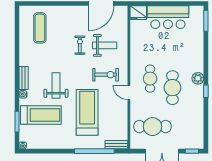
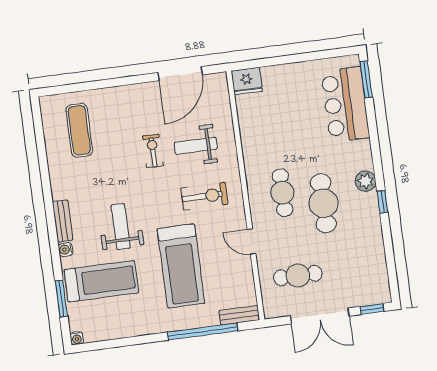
bar counter: (168, 17) -> (345, 104), moved, turned 90
weight bench: (105, 45) -> (196, 146), turned 180
door: (129, 92) -> (252, 242), moved
treadmill: (87, 112) -> (181, 266), turned 180
cafe table: (152, 127) -> (298, 276), width x0.73, depth x0.74

